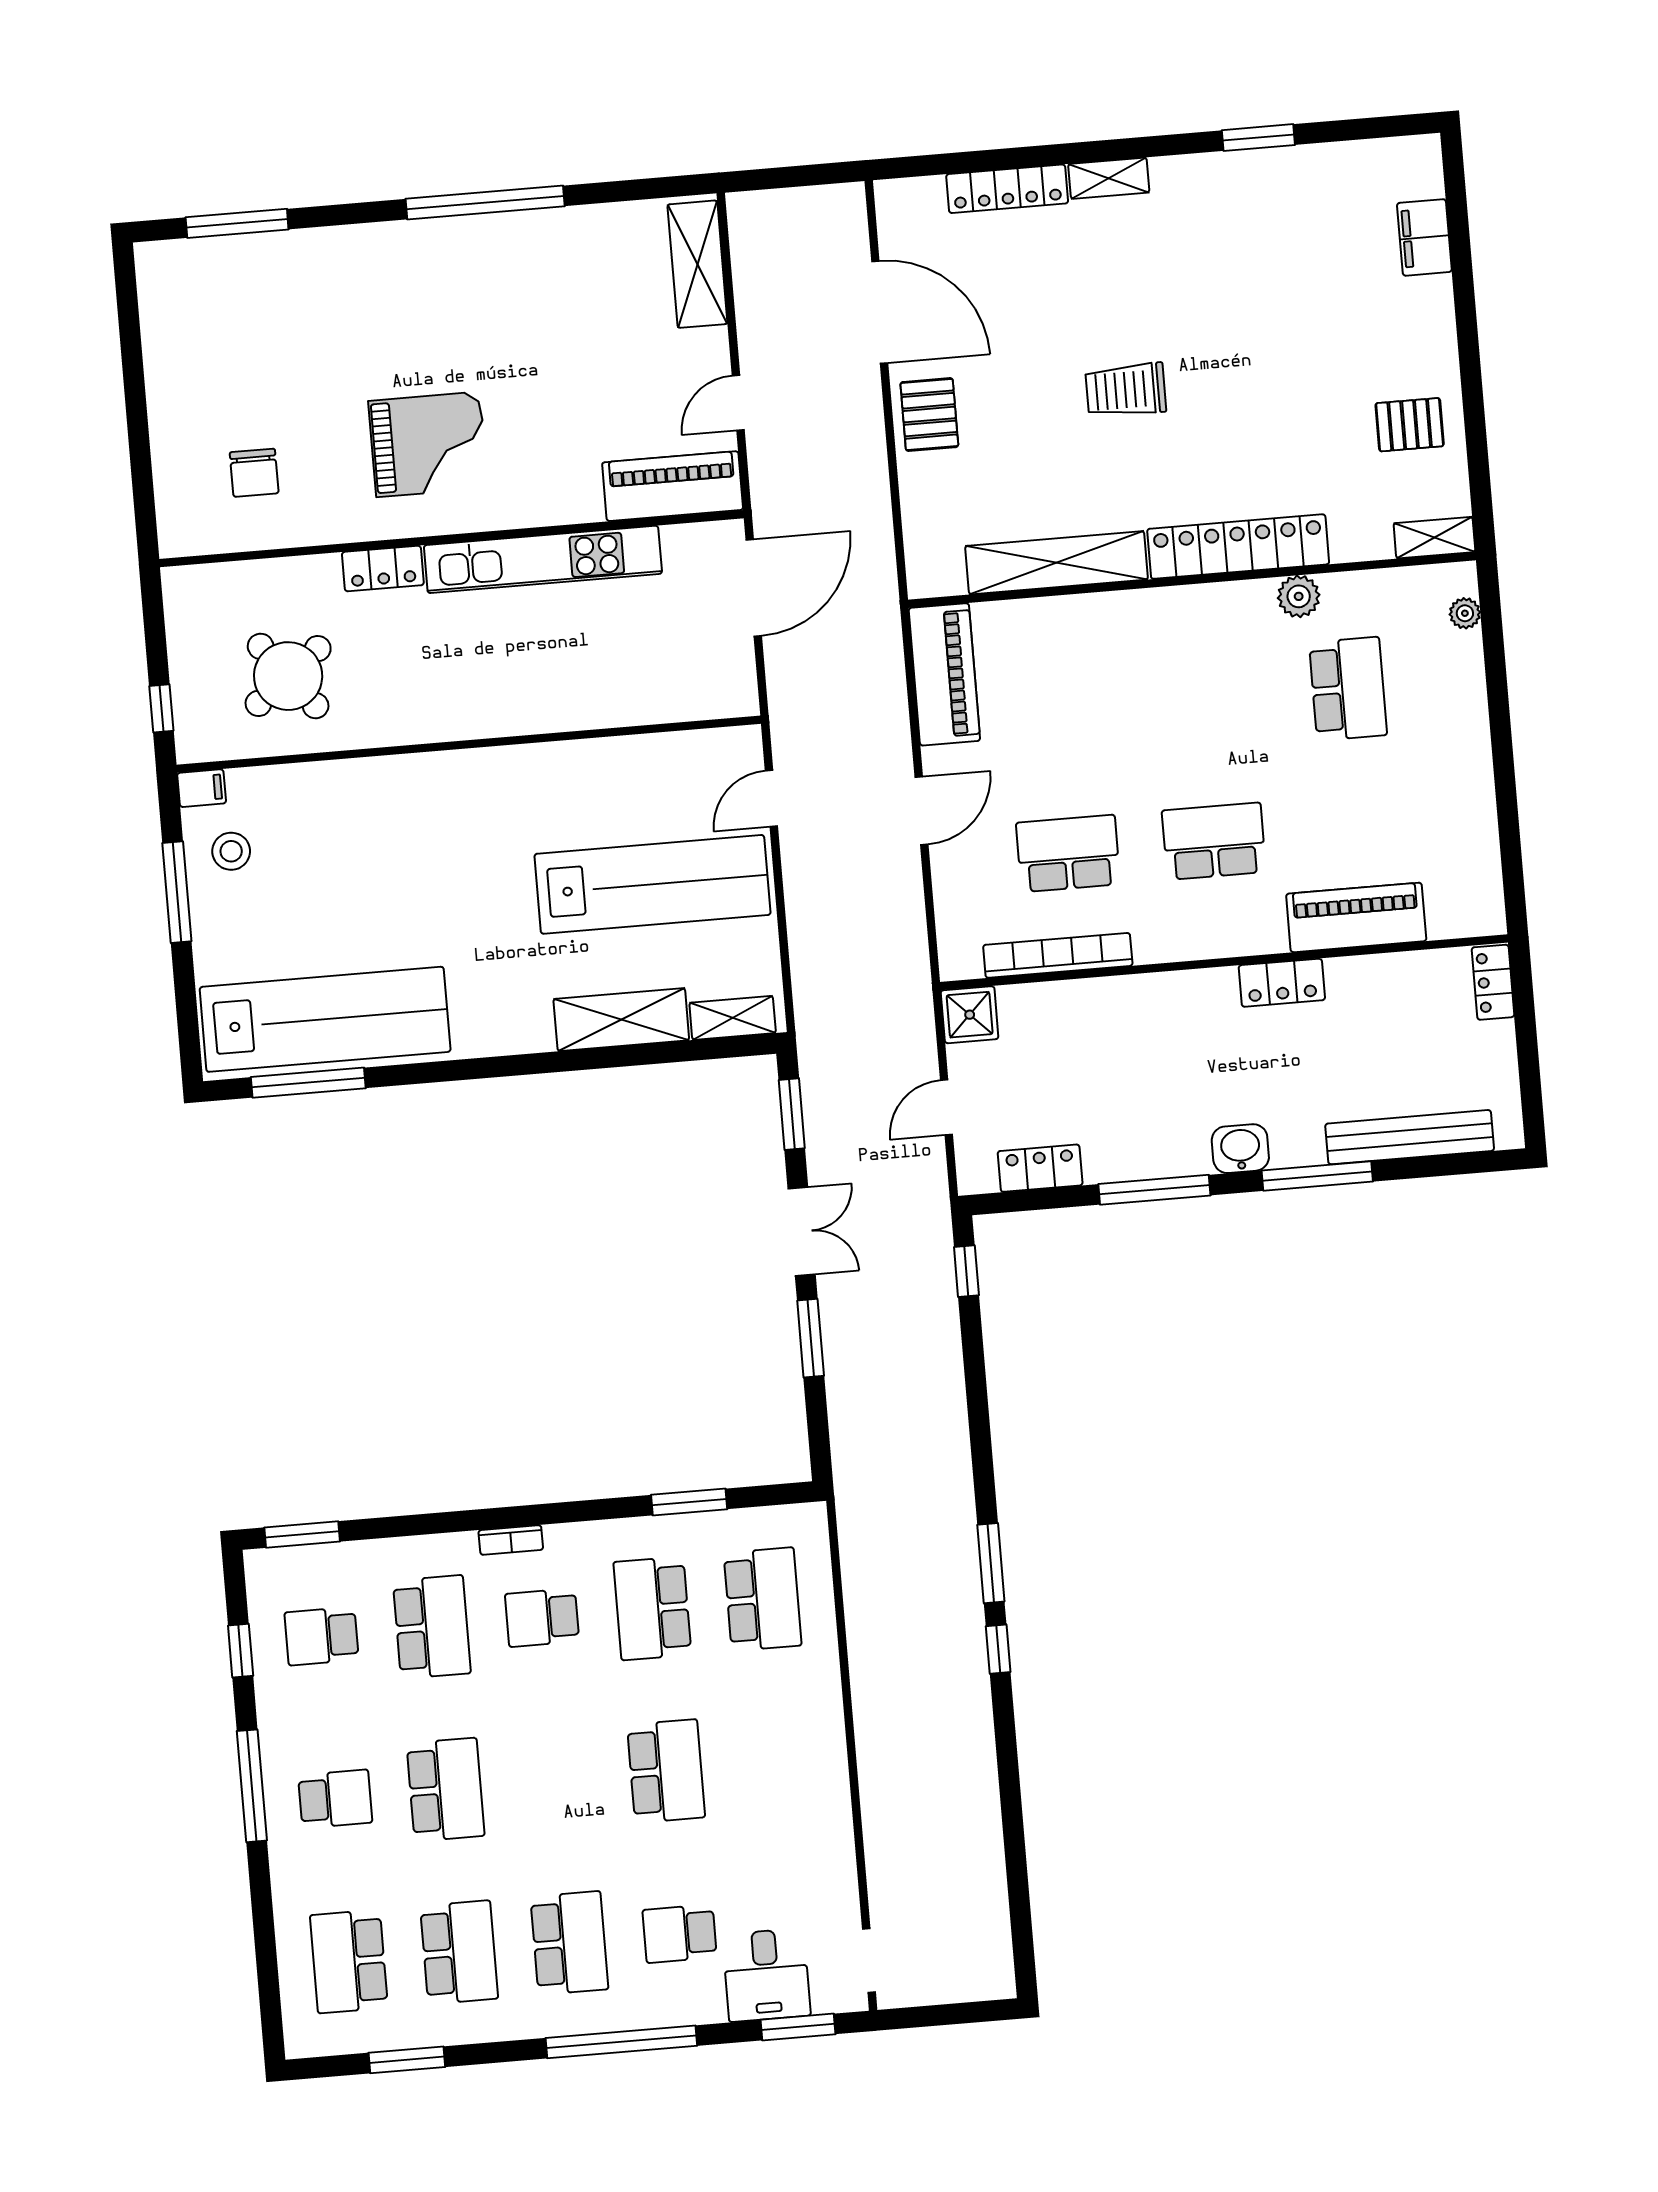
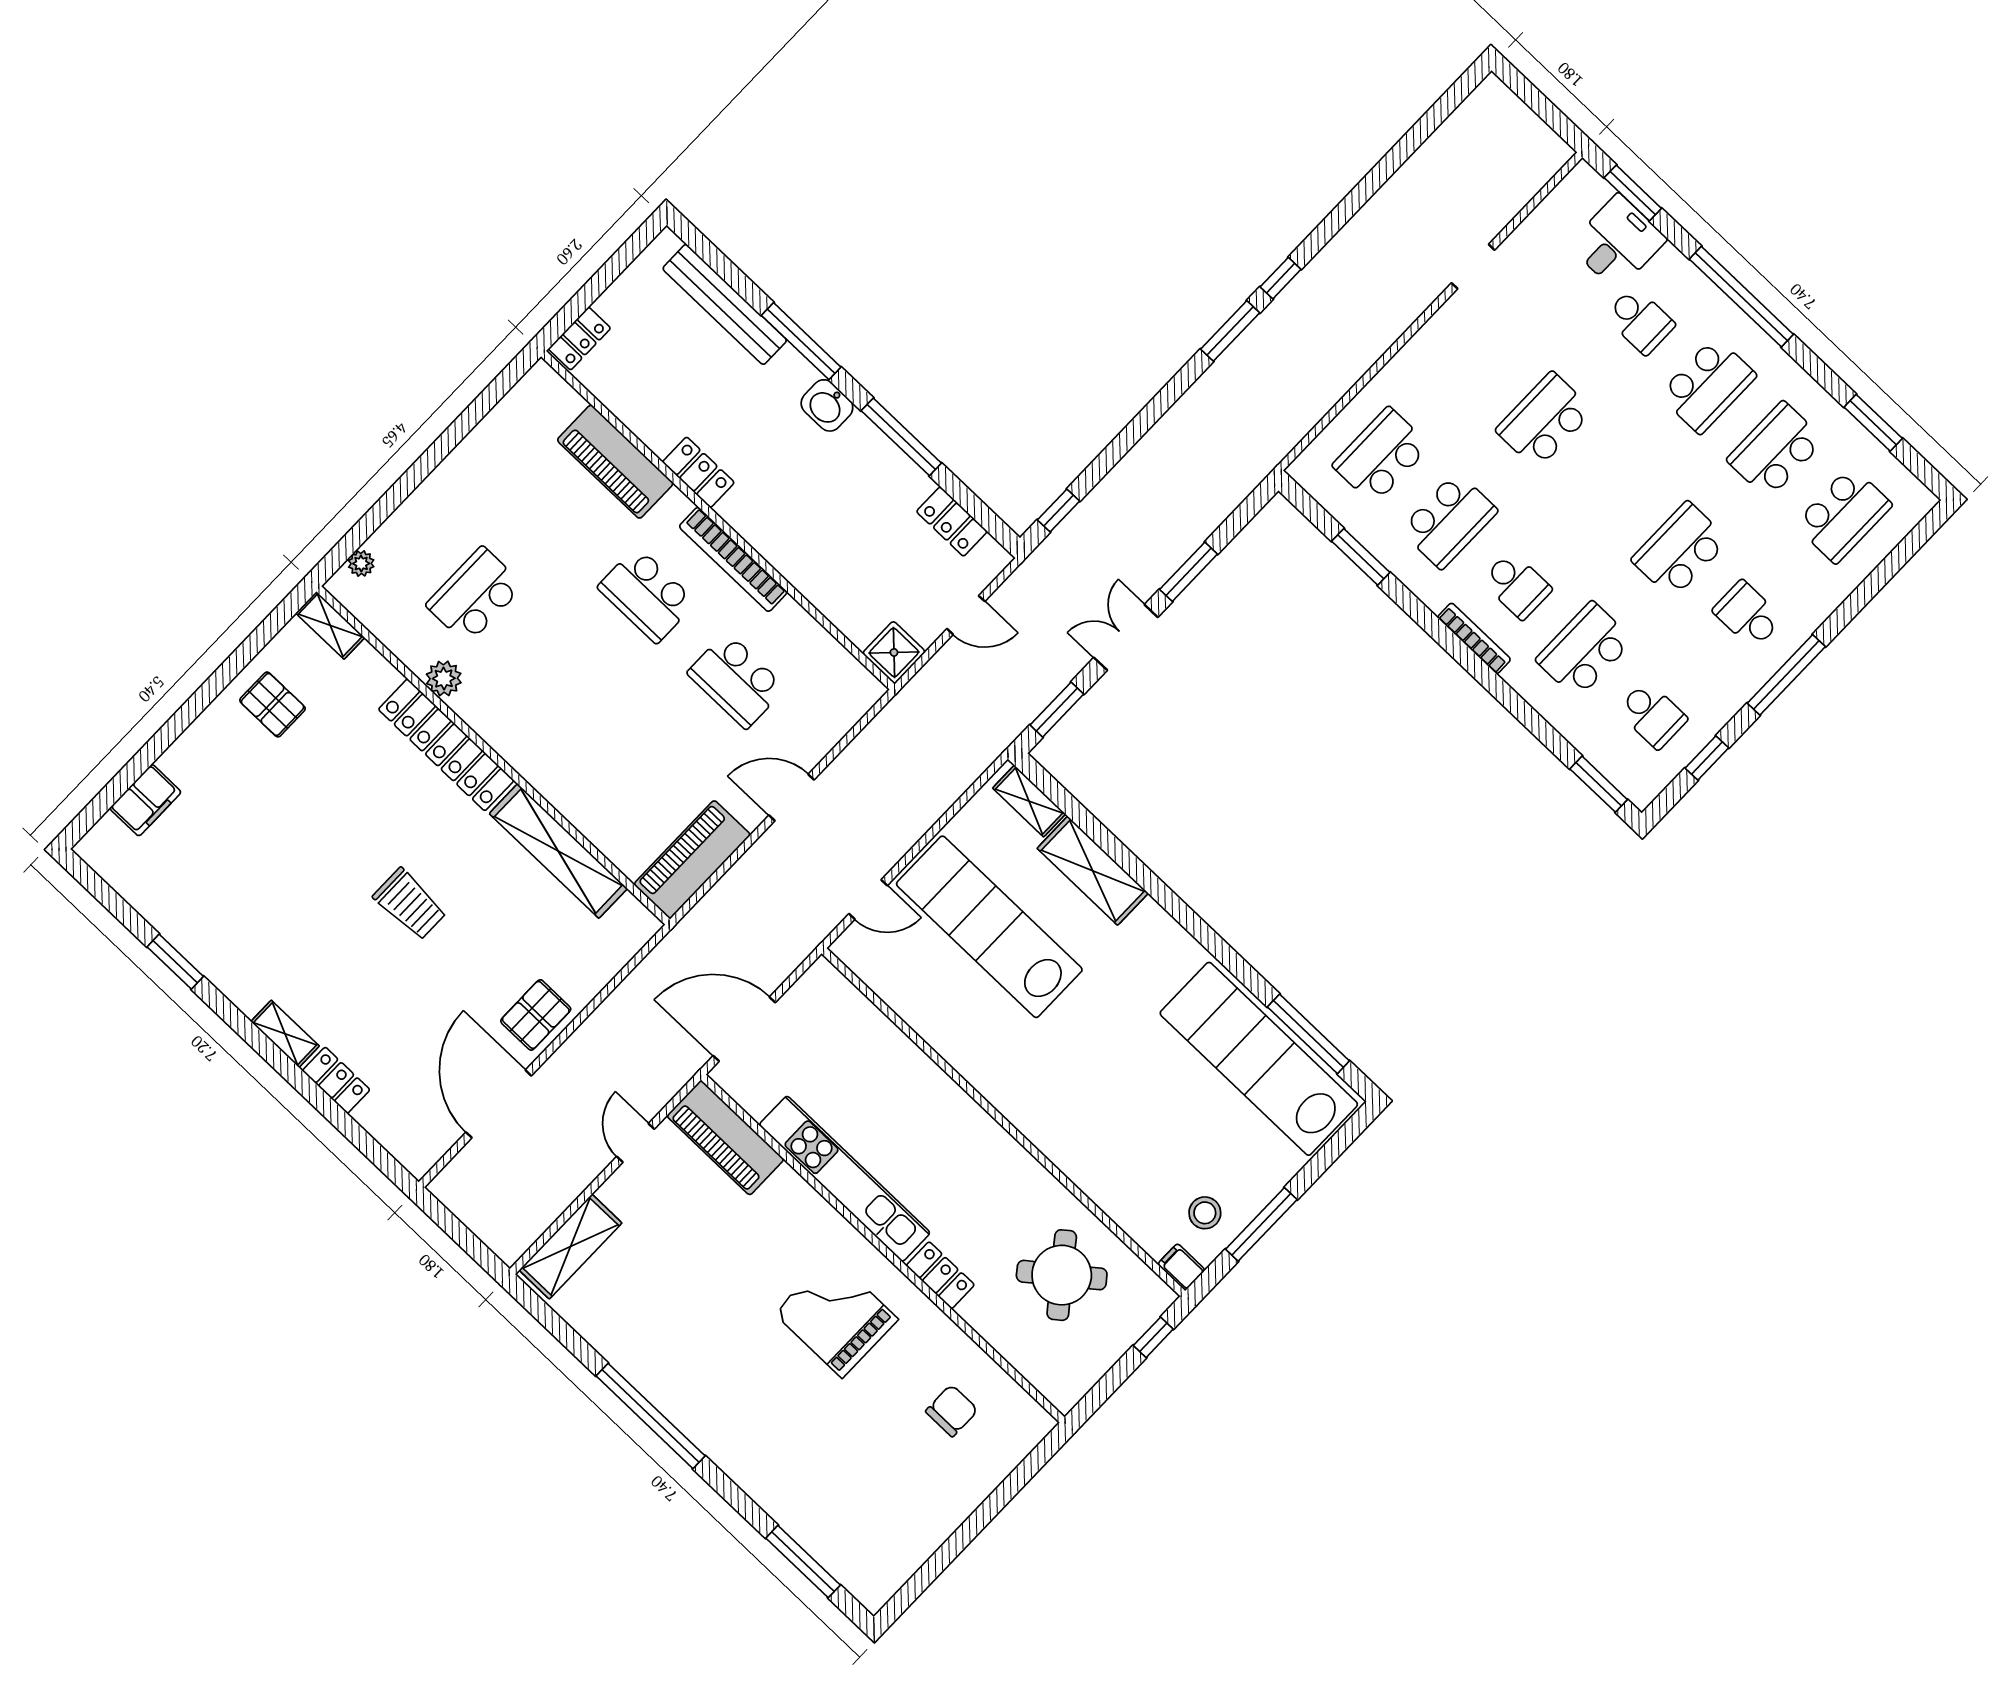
locker: (1007, 189) -> (336, 1080), width x0.66
door: (738, 403) -> (636, 1143), swing flipped
bookcase: (1058, 955) -> (733, 559), moved
bookcase: (511, 1540) -> (1474, 638), width x1.56
school desk: (569, 1943) -> (1708, 385), turned 180
doorway: (869, 1961) -> (1473, 266), moved

